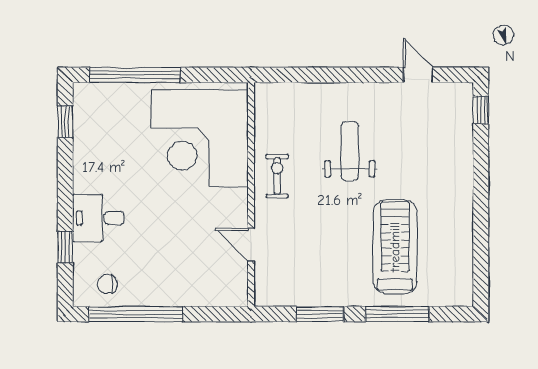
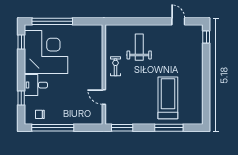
corner desk: (200, 138) -> (46, 52), moved, turned 180
weight bench: (350, 151) -> (139, 47), moved
window: (320, 314) -> (122, 128), moved

